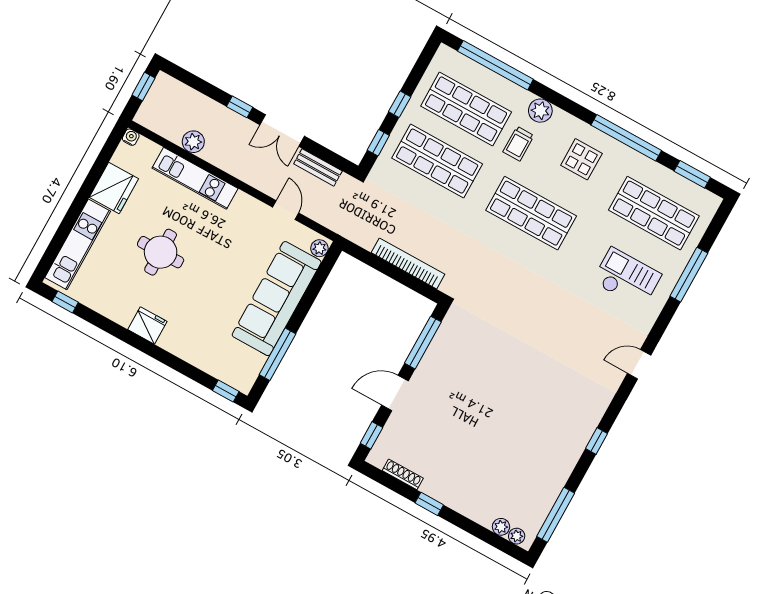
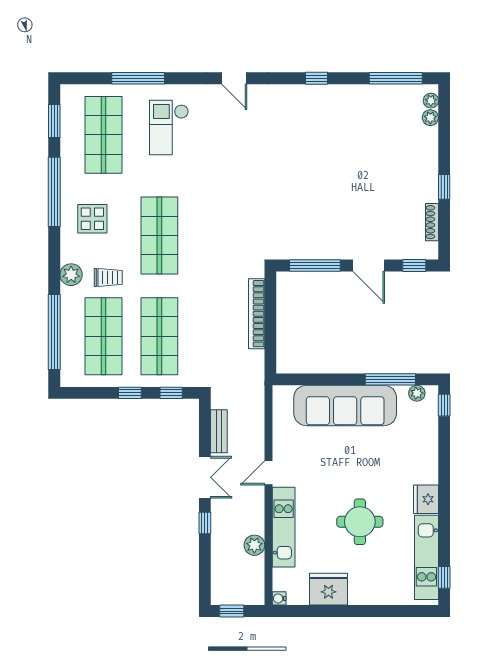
door: (286, 210) -> (269, 473), moved
kitchen unit: (78, 244) -> (426, 557), moved, turned -90
plant: (319, 248) -> (417, 393), moved

